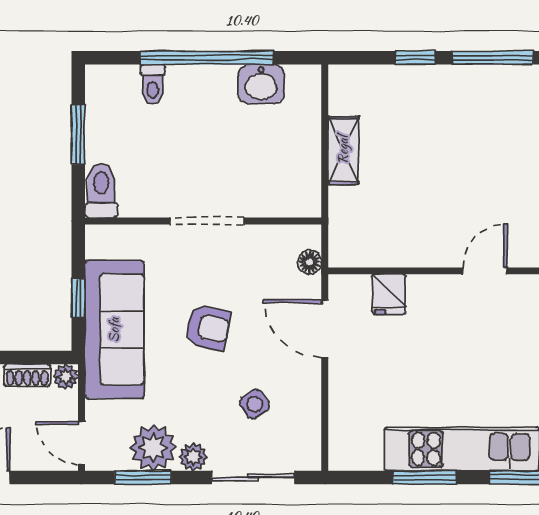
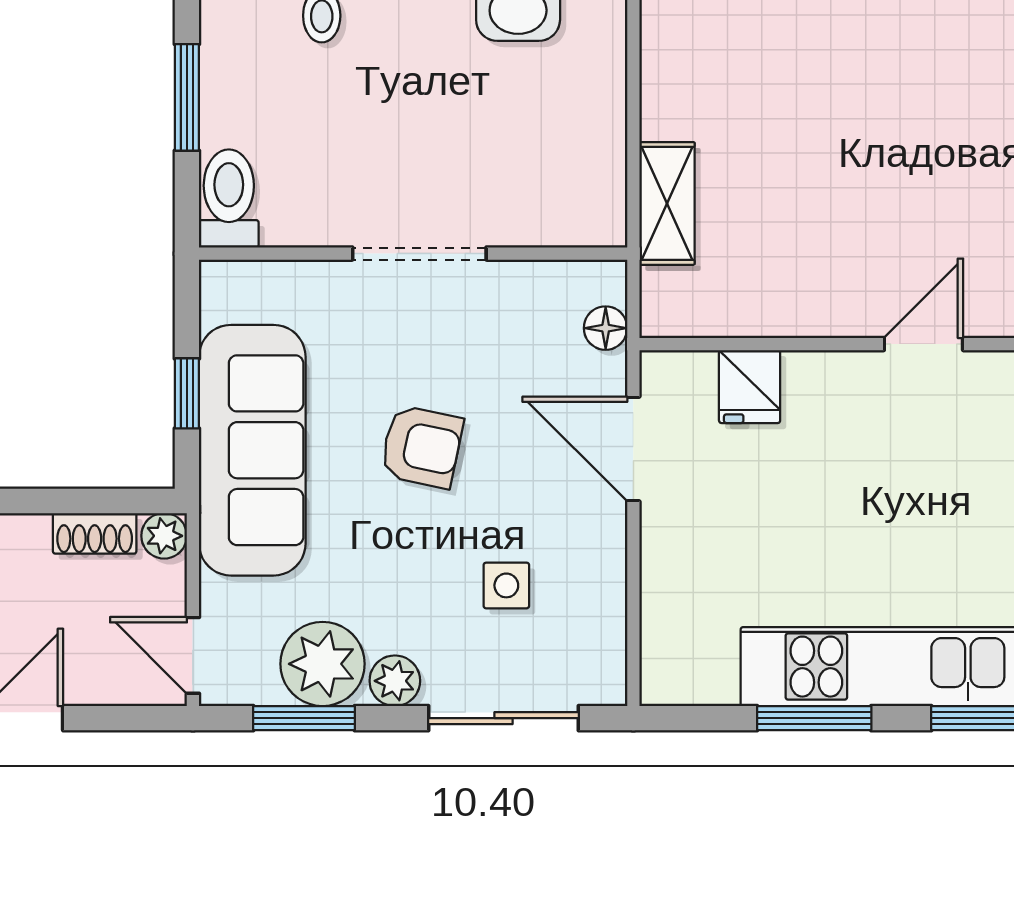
shelving: (343, 150) -> (667, 203), moved
side table: (255, 404) -> (506, 585), turned 34

